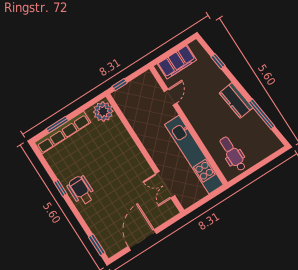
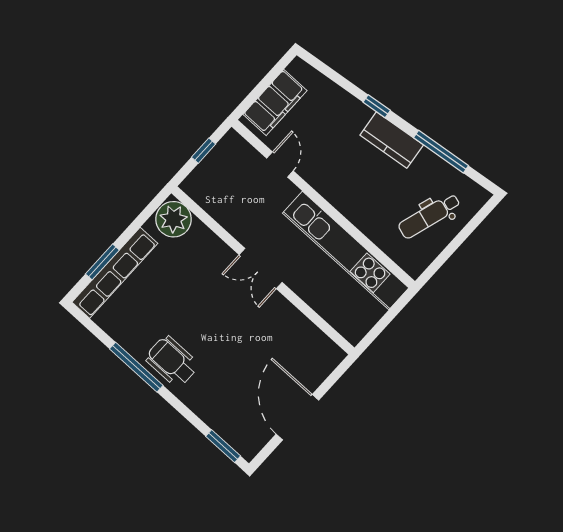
window: (218, 61) -> (377, 106), moved
window: (120, 85) -> (204, 151), moved
dental chair: (233, 154) -> (429, 216), moved, turned -73
double door: (165, 185) -> (261, 268), moved
window: (60, 188) -> (136, 367), width x2.17

